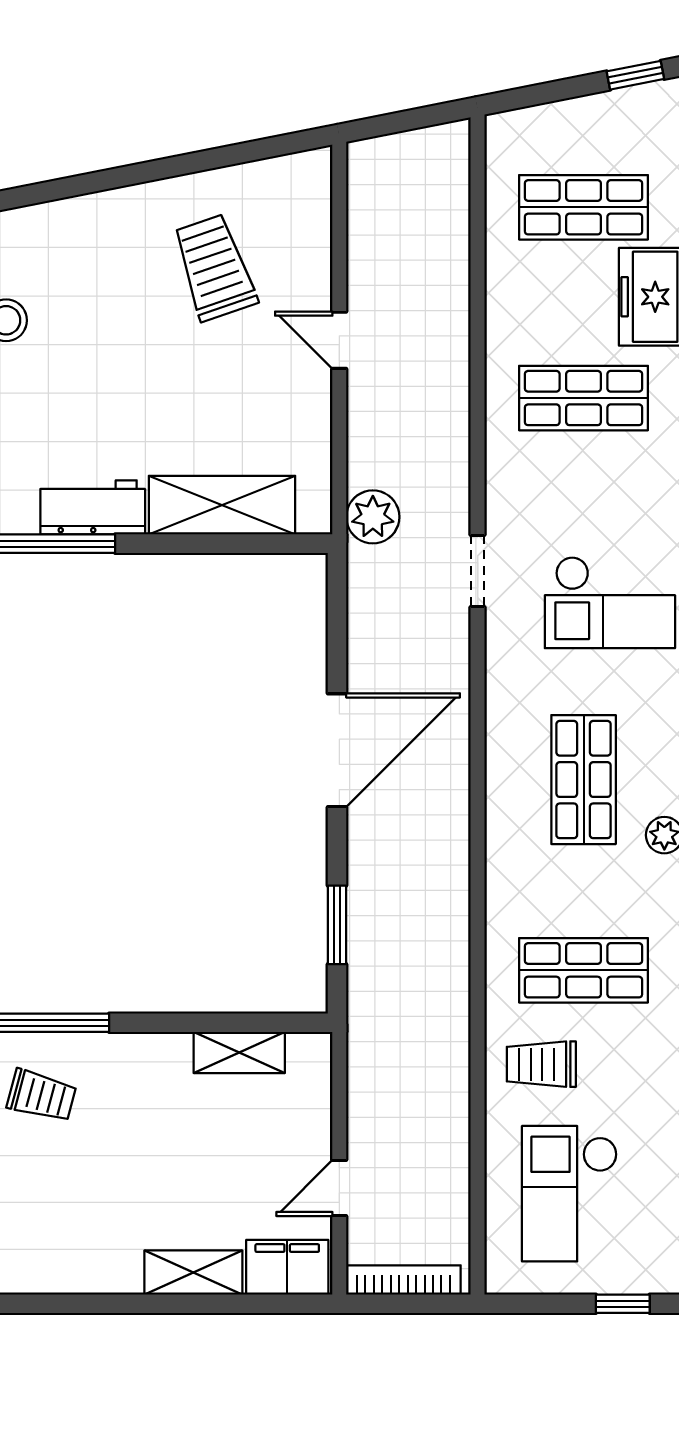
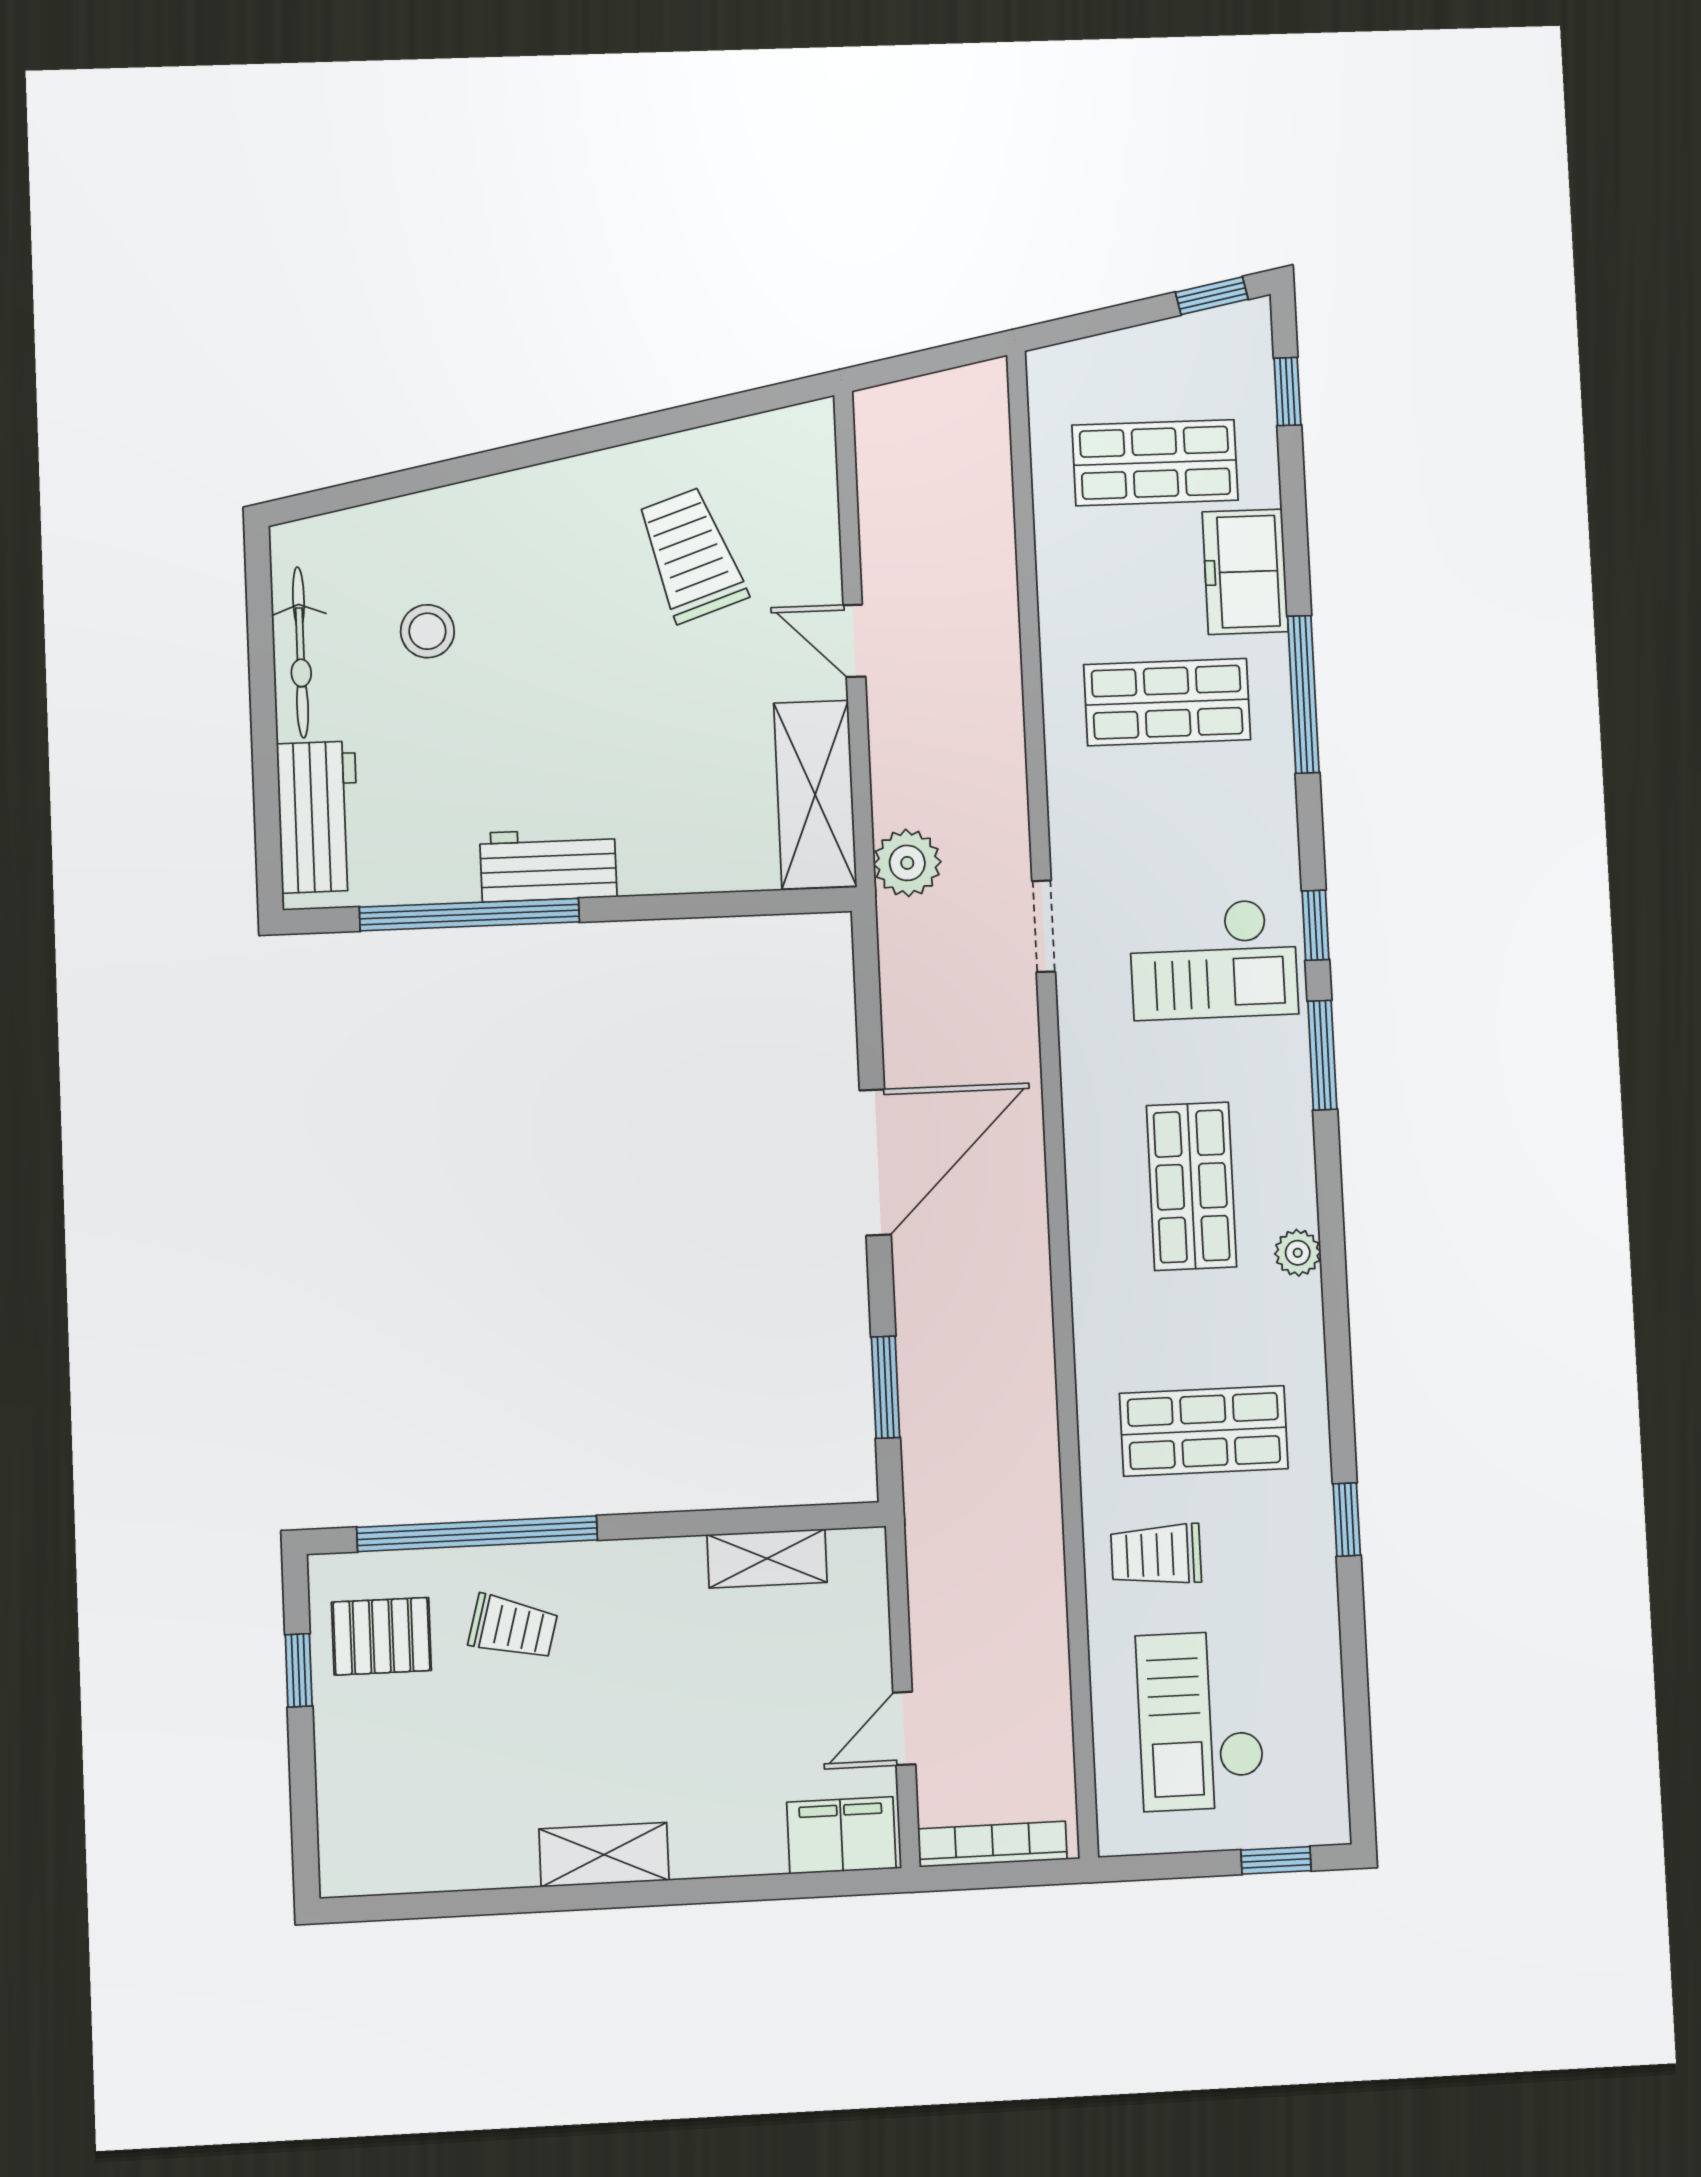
shelving: (222, 505) -> (815, 795), moved, turned 90
shelving: (193, 1272) -> (604, 1855), moved

